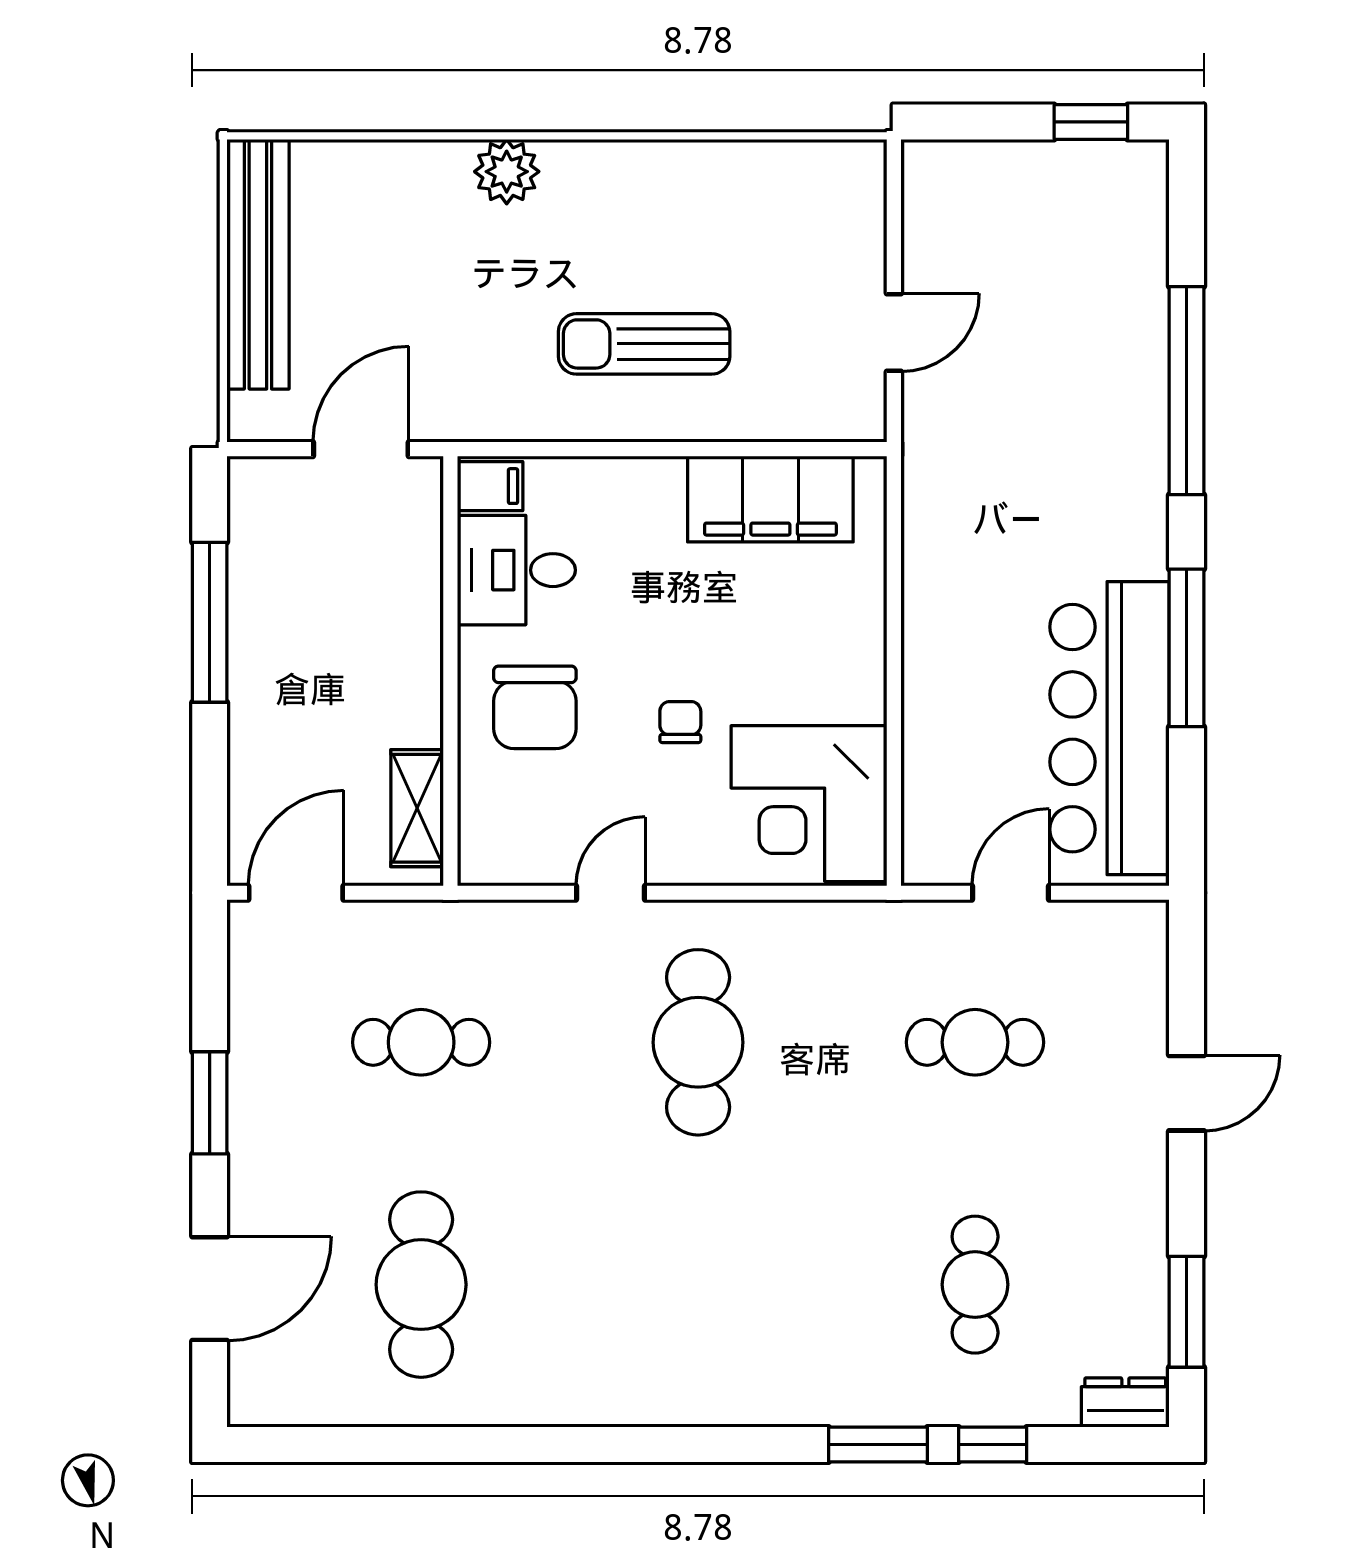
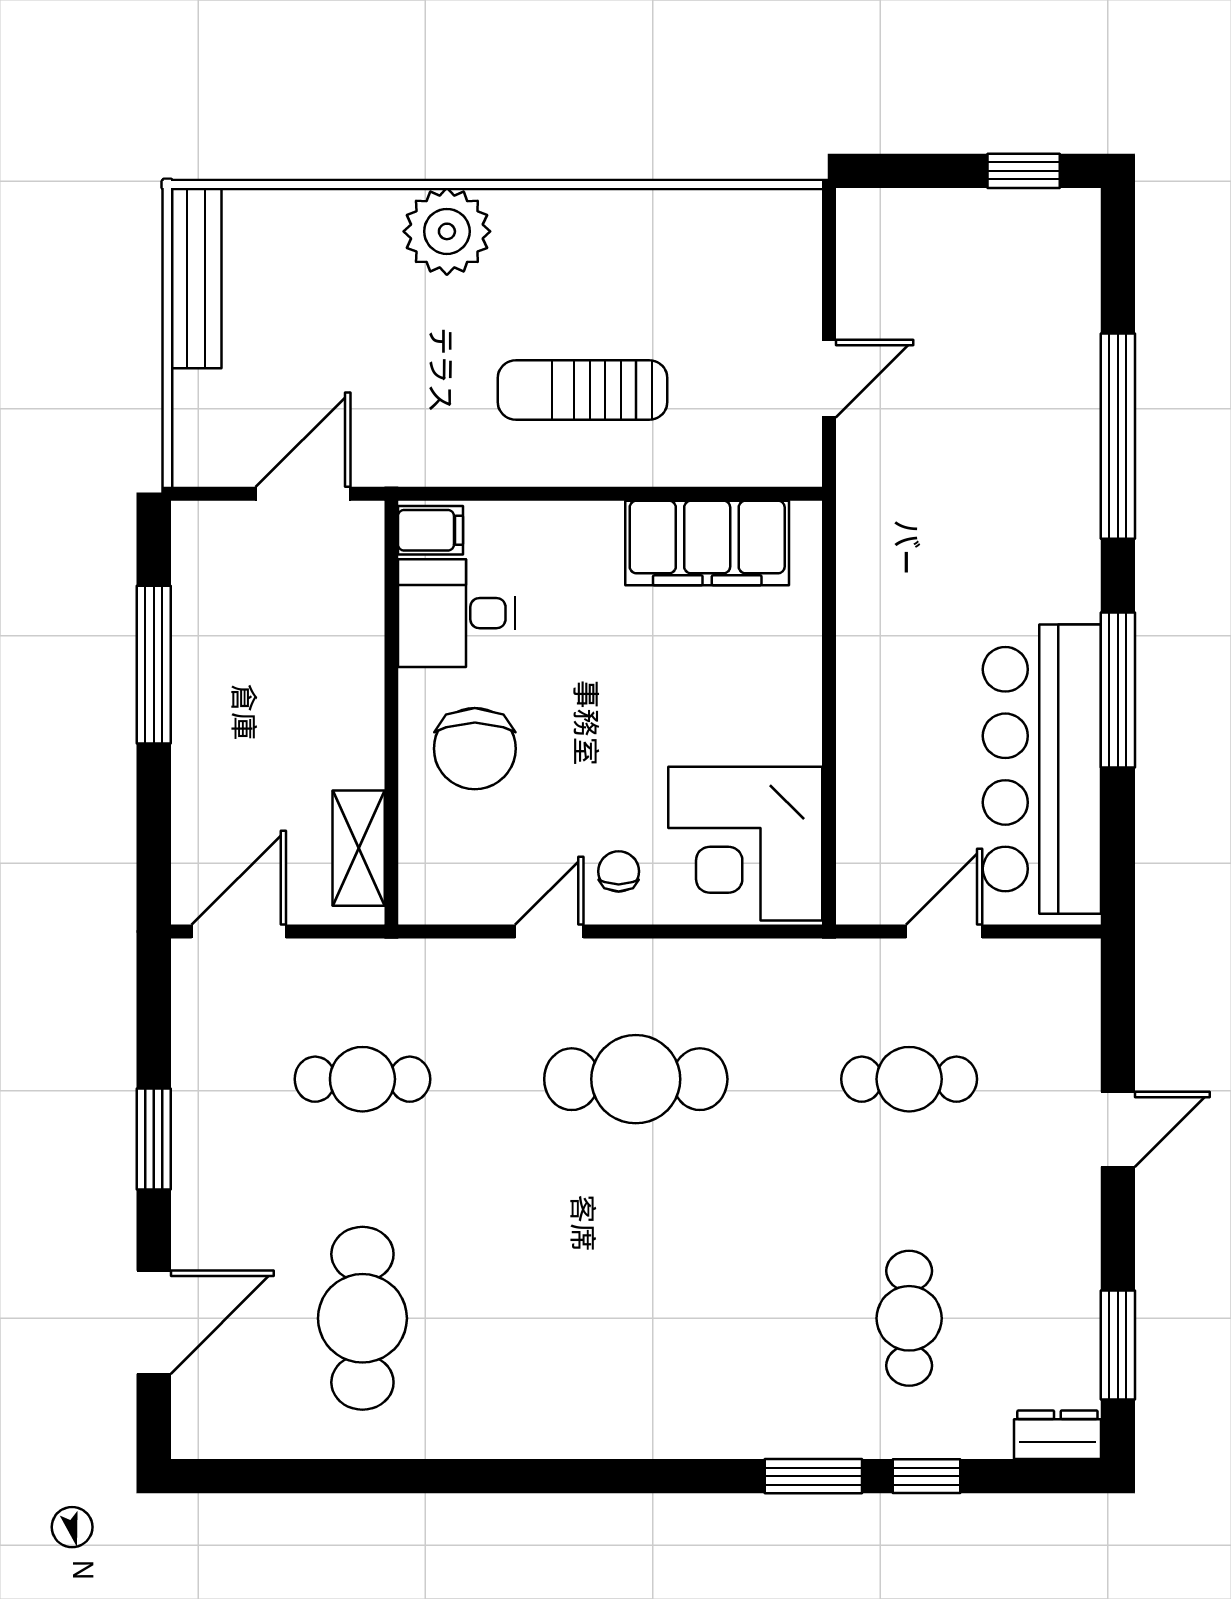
plant: (507, 172) -> (447, 231), width x1.36, depth x1.36
bench: (258, 264) -> (196, 278), width x0.73, depth x0.82
chair: (680, 722) -> (619, 871), moved
cafe table: (698, 1042) -> (636, 1079), turned 90

